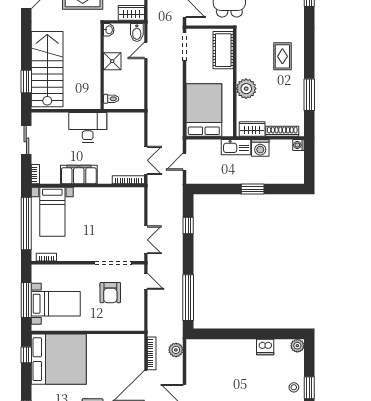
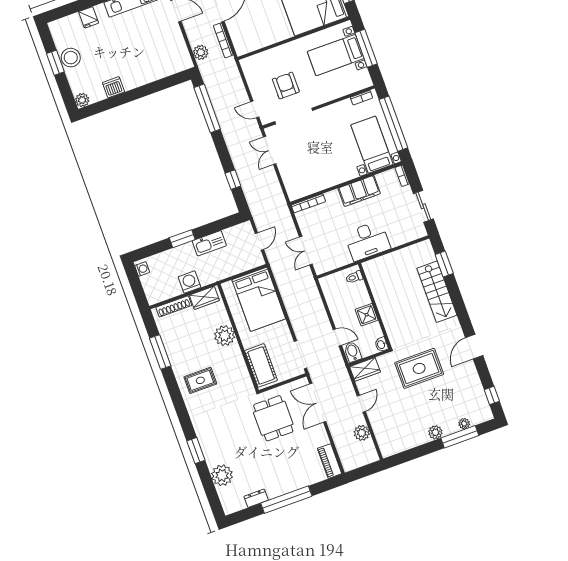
door: (146, 50) -> (337, 337), hinge flipped
rug: (282, 56) -> (200, 380), turned 90
stairs: (47, 69) -> (437, 292), width x0.73, depth x0.66
washing machine: (298, 145) -> (142, 269), moved
kitchen sink: (236, 147) -> (209, 243), moved, turned 180
double door: (146, 160) -> (306, 251), moved
stool: (294, 387) -> (71, 58), width x1.89, depth x1.89

